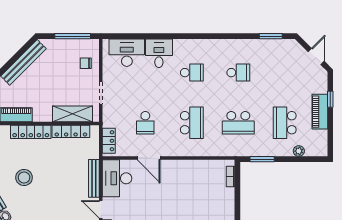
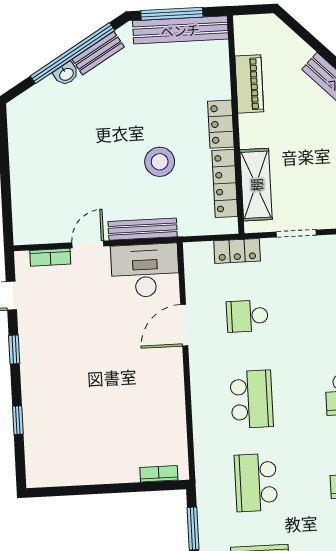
school desk: (192, 123) -> (252, 399), turned -90
locker: (31, 132) -> (221, 124), width x0.66
locker: (109, 141) -> (237, 251), moved
stool: (24, 178) -> (160, 162), moved

